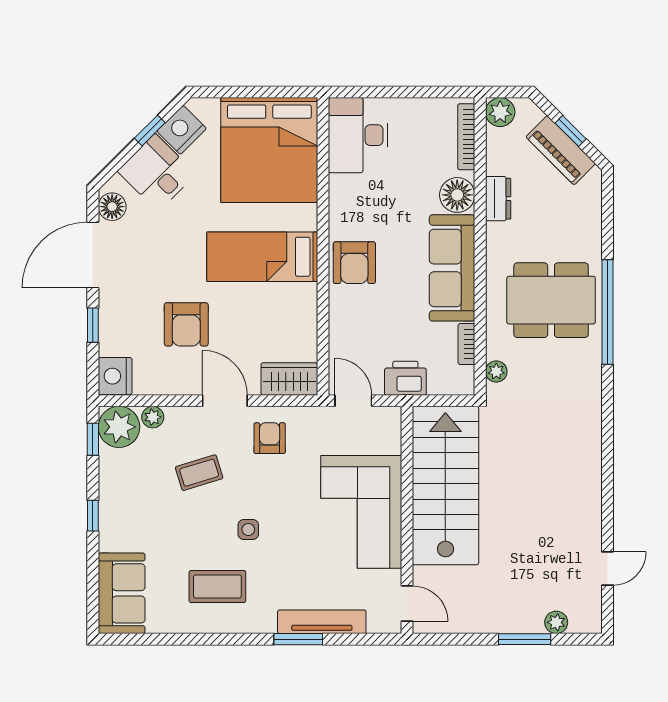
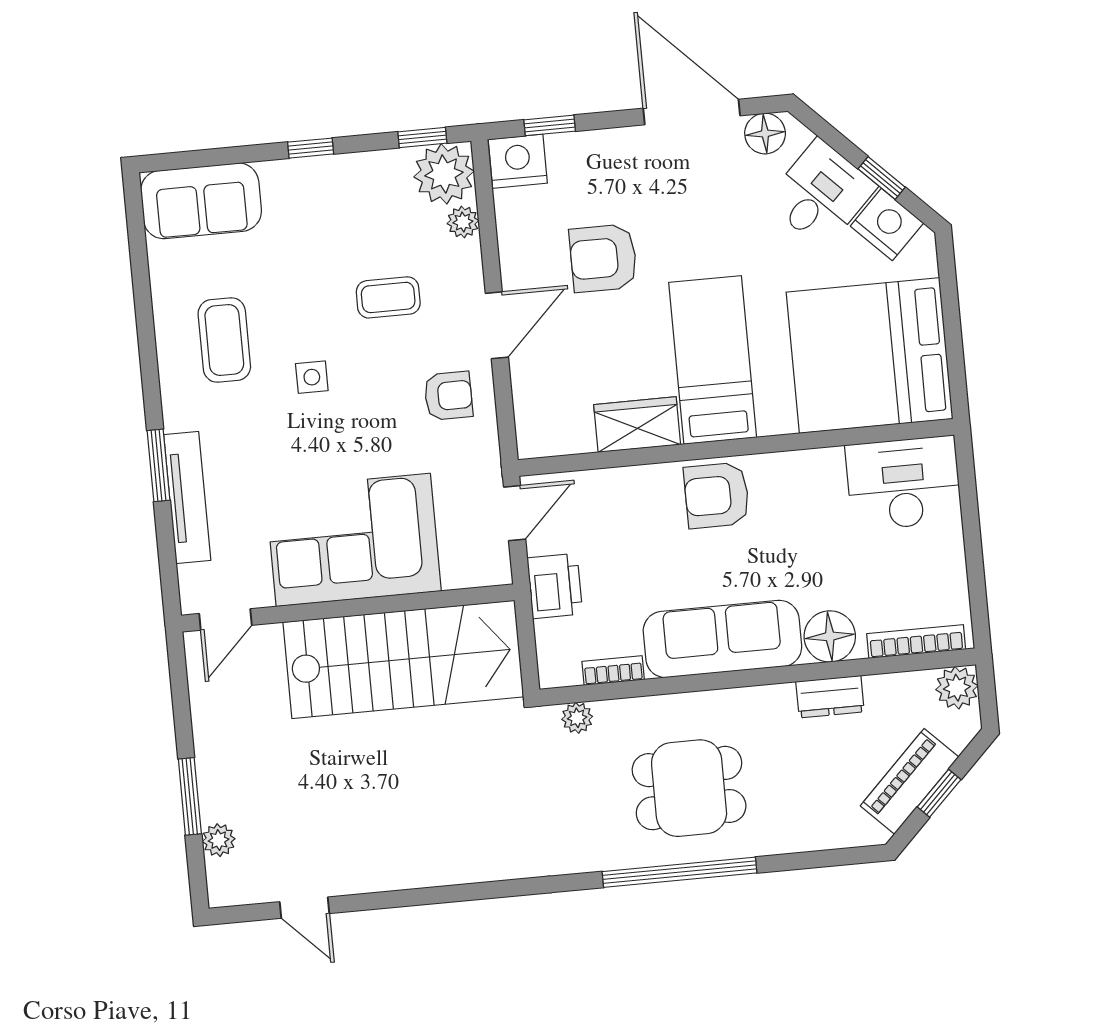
dining table: (551, 300) -> (689, 788), width x0.73
window: (93, 325) -> (550, 125), moved
wardrobe: (289, 379) -> (637, 425), moved, turned -90
coffee table: (199, 473) -> (388, 297), turned -73

